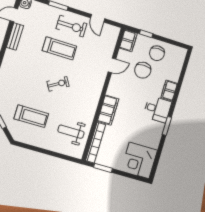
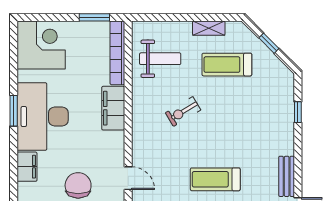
door: (112, 65) -> (128, 178), swing flipped
exercise bike: (58, 84) -> (183, 111), moved
desk: (157, 109) -> (43, 117), width x1.87, depth x1.30
shelving: (36, 142) -> (209, 28), added

